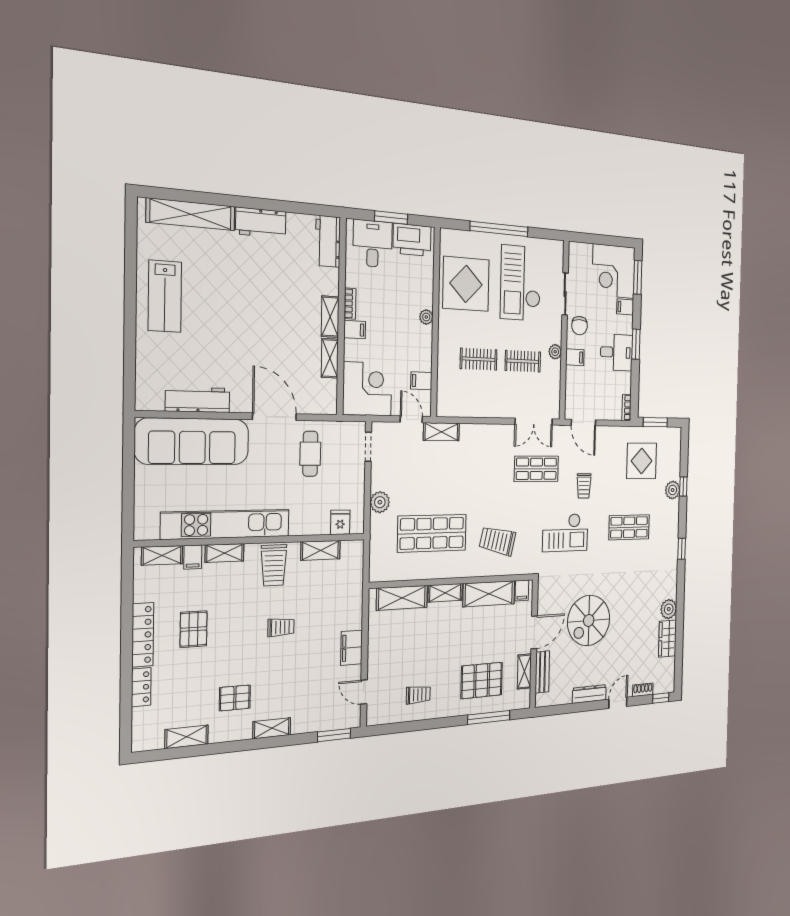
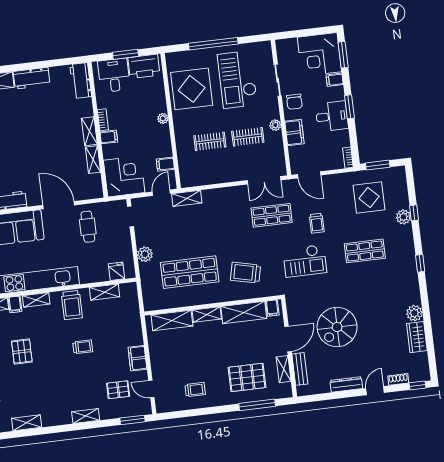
filing cabinet: (575, 357) -> (294, 133), width x2.00
door: (411, 419) -> (161, 193), hinge flipped
pallet: (235, 698) -> (118, 390), moved

